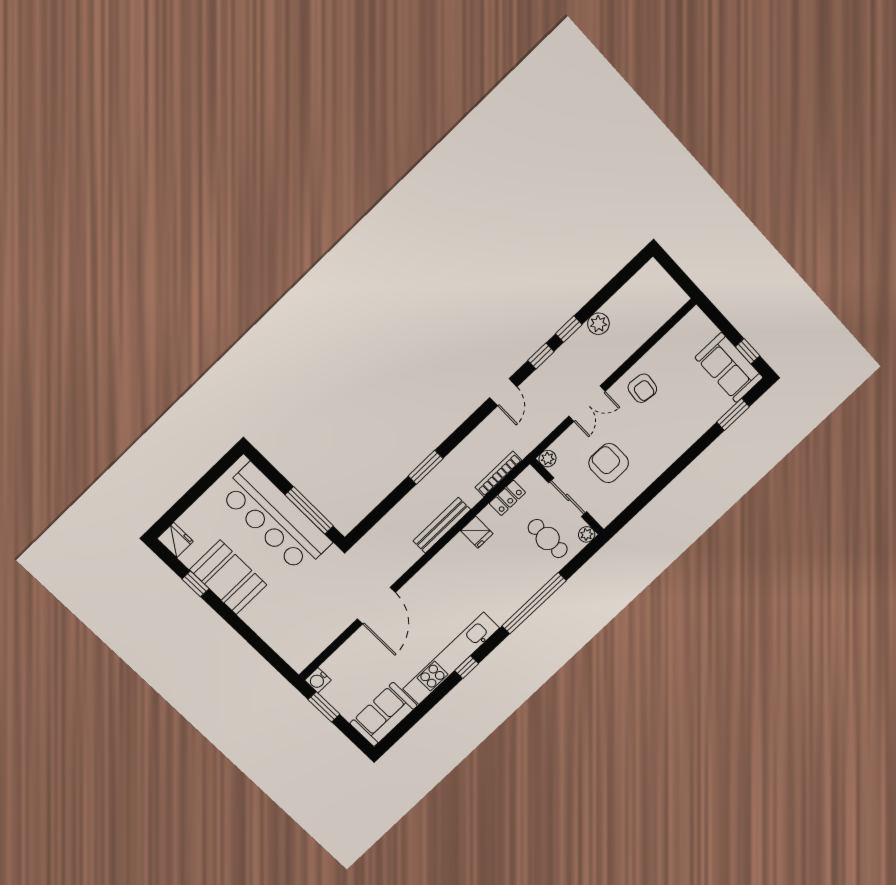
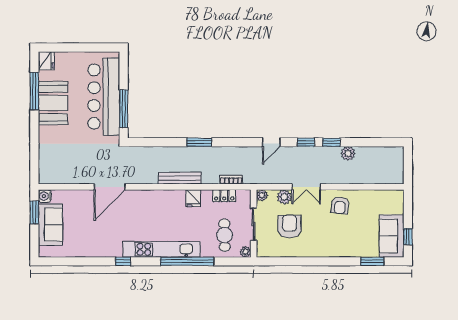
plant: (573, 437) -> (284, 197), added
bookcase: (498, 474) -> (231, 180), width x0.64
window: (195, 584) -> (34, 91), width x2.17
kitchen unit: (451, 658) -> (162, 249), moved
sofa: (384, 714) -> (50, 225), moved, turned 90

